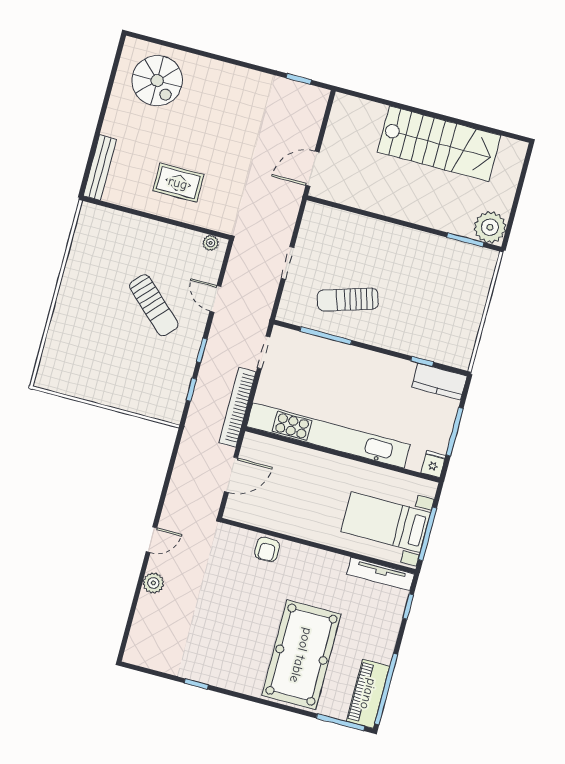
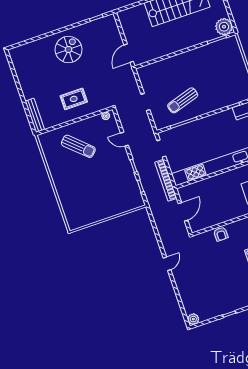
spiral stairs: (157, 81) -> (69, 50), moved, turned -90
sun lounger: (154, 305) -> (78, 146), moved
plant: (153, 583) -> (193, 319), moved

